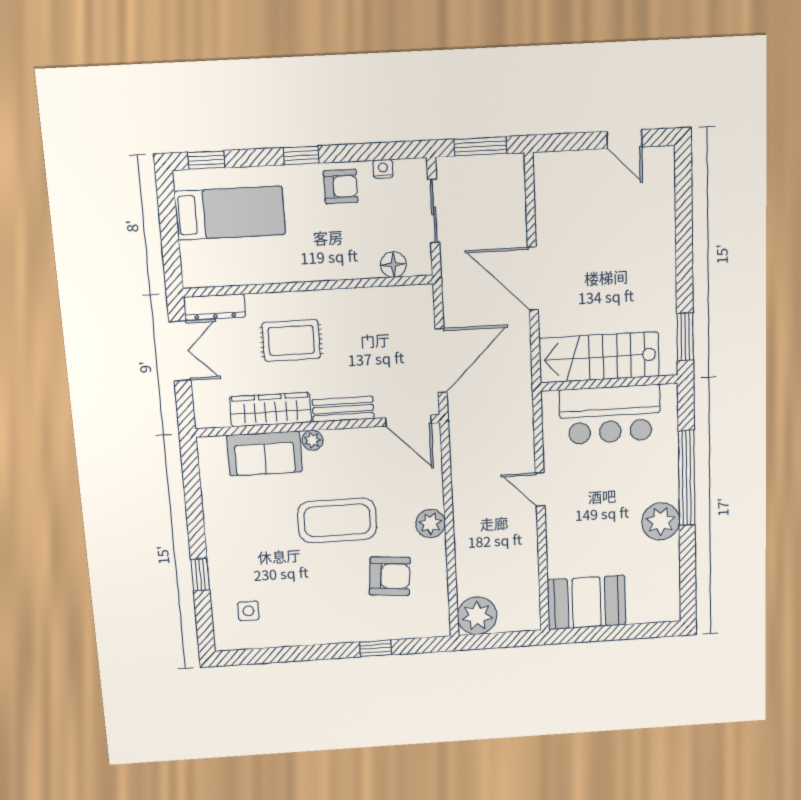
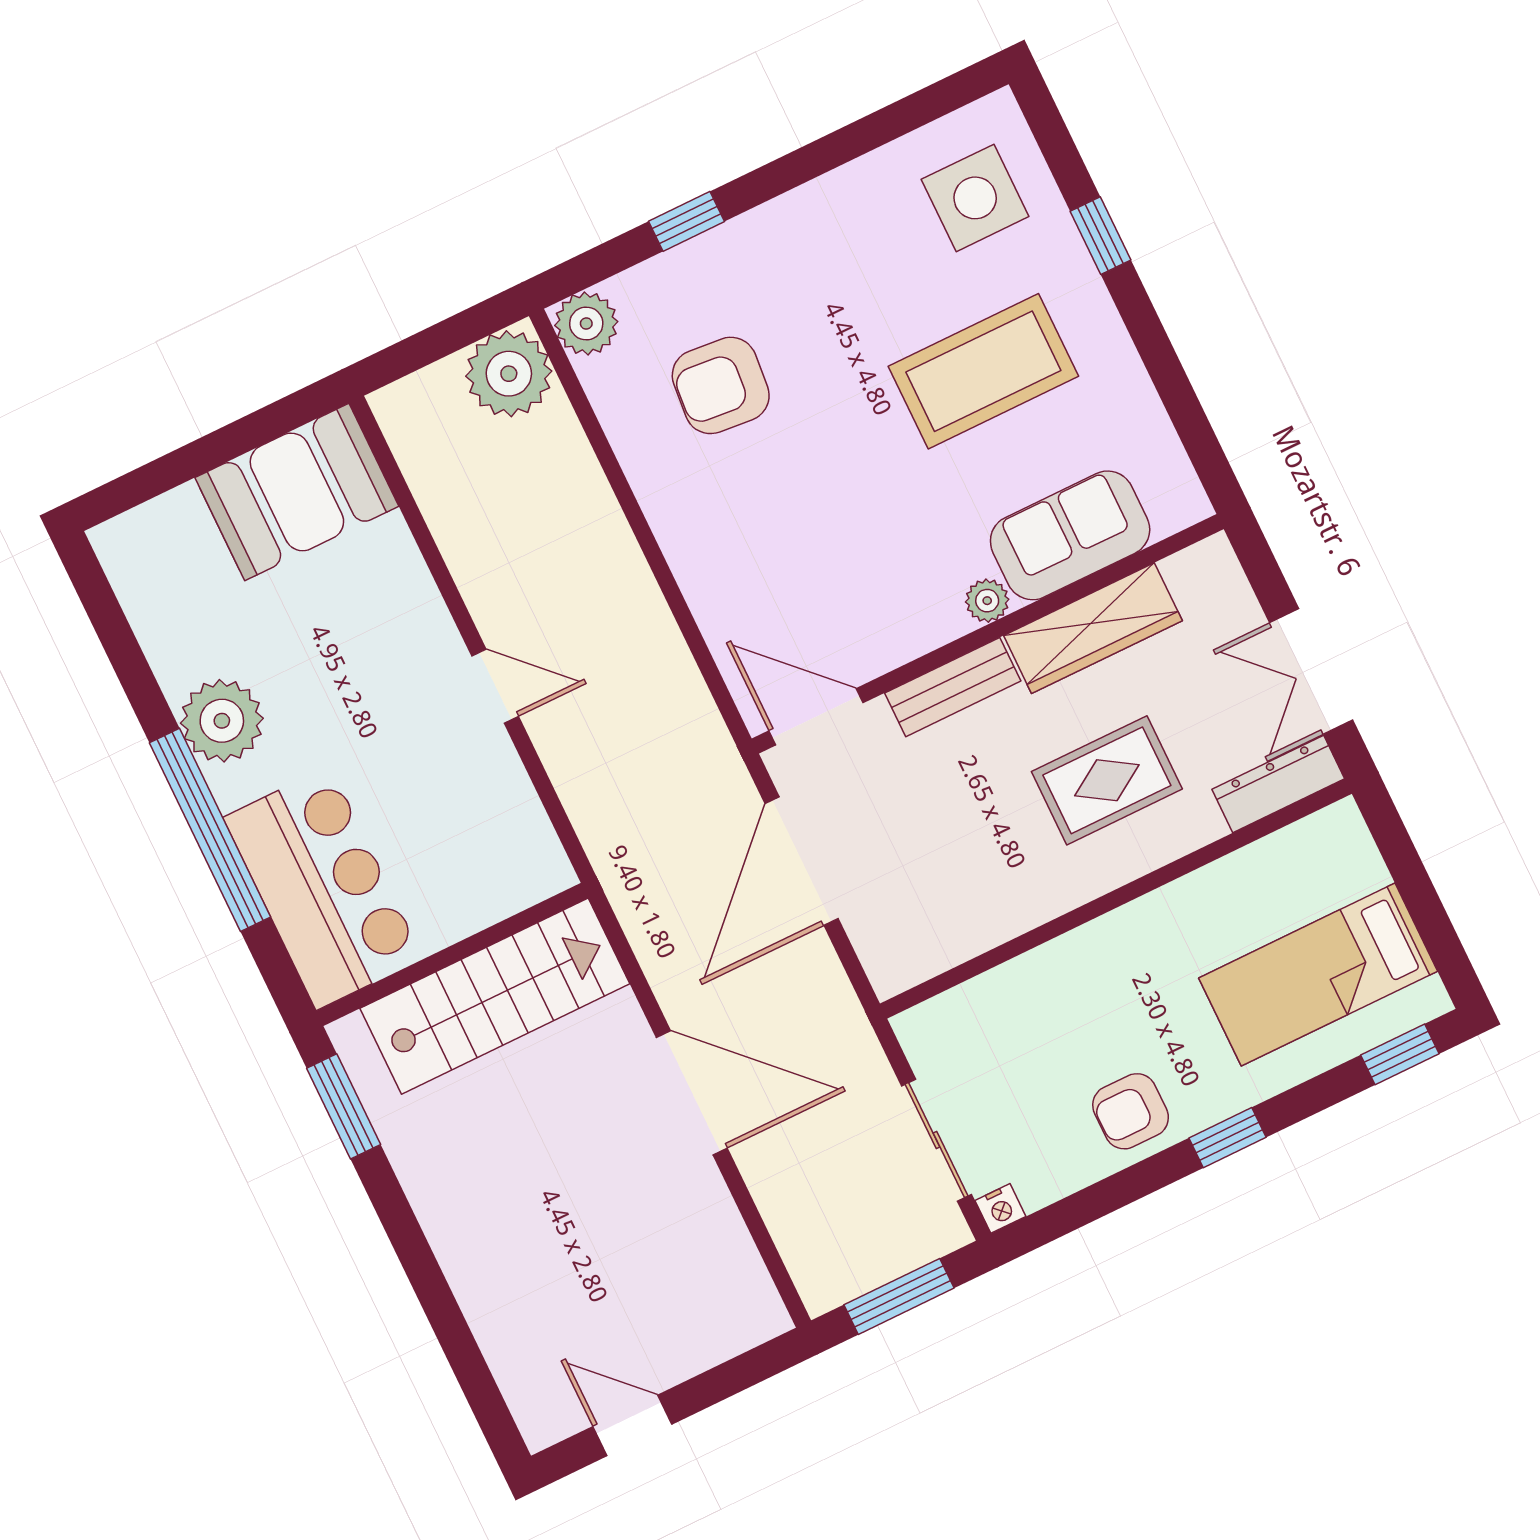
nightstand: (383, 169) -> (1000, 1208), moved
floor lamp: (393, 265) -> (971, 1007), removed
bar counter: (610, 415) -> (323, 888), moved, turned 90
coffee table: (337, 520) -> (983, 371), moved
plant: (430, 524) -> (586, 324), moved
side table: (248, 611) -> (975, 198), width x1.87, depth x1.87

